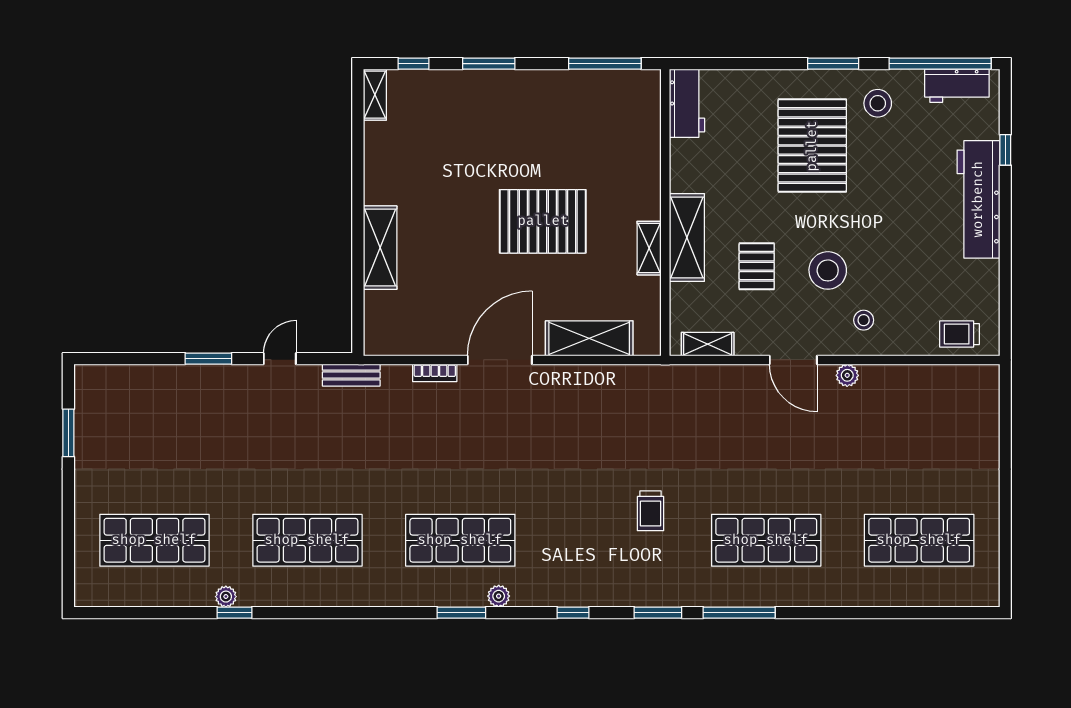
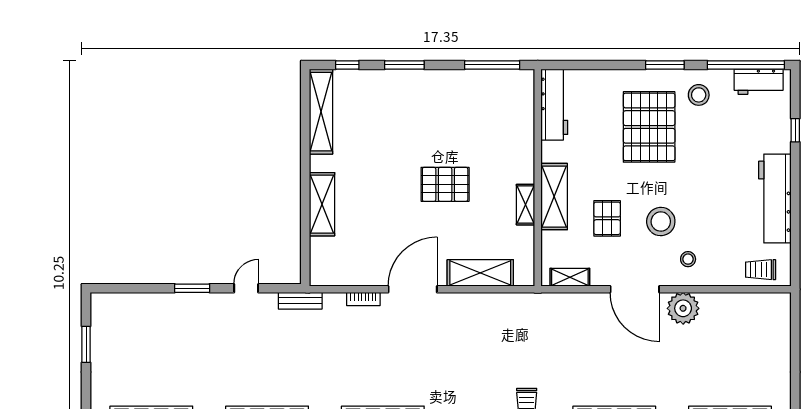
shelving: (375, 95) -> (321, 112), width x2.20, depth x1.33
workbench: (687, 103) -> (554, 105), width x1.38
workbench: (978, 199) -> (775, 198), moved
pallet: (543, 221) -> (445, 184), width x0.73, depth x0.71
door: (793, 360) -> (635, 289), width x1.36
plant: (847, 375) -> (683, 308), width x1.88, depth x1.88

